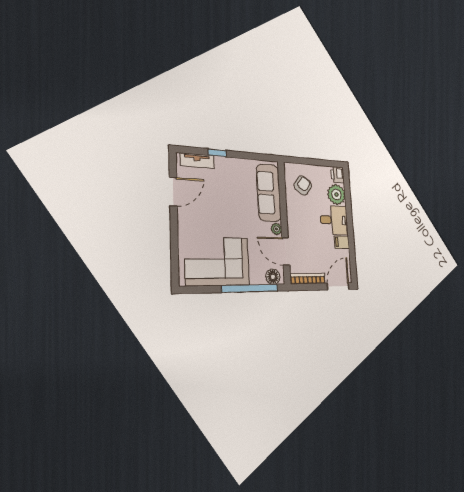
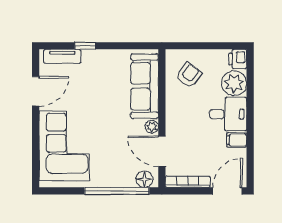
corner sofa: (217, 261) -> (64, 146), moved, turned 90

